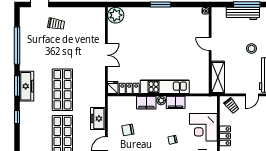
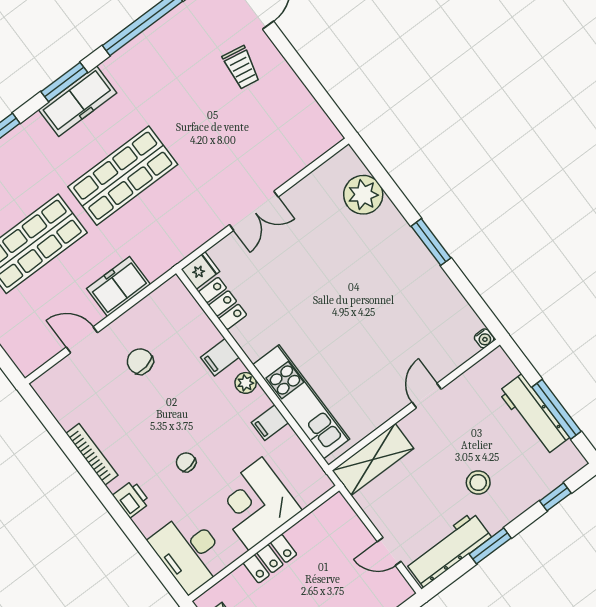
plant: (116, 15) -> (363, 195), moved
kitchen unit: (165, 87) -> (301, 402), moved
filing cabinet: (176, 102) -> (270, 423), width x0.50
filing cabinet: (146, 103) -> (220, 357), width x0.50
trolley: (231, 106) -> (338, 527), removed

